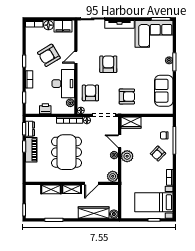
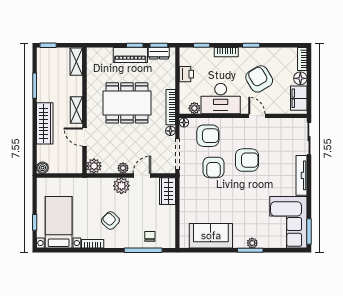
armchair: (127, 96) -> (213, 167), moved
armchair: (158, 154) -> (110, 220), moved
shelving: (51, 189) -> (76, 62), moved
wardrobe: (94, 212) -> (45, 123), moved

